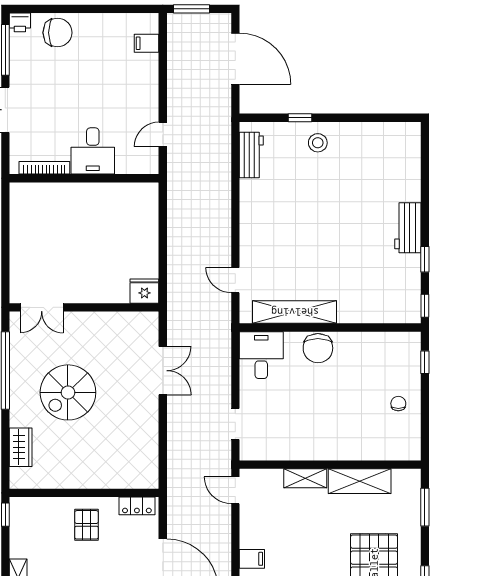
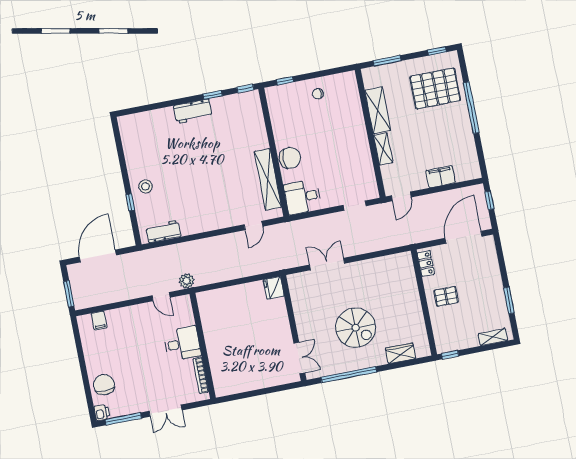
plant: (177, 174) -> (187, 281), added
filing cabinet: (252, 559) -> (441, 177), width x2.00

